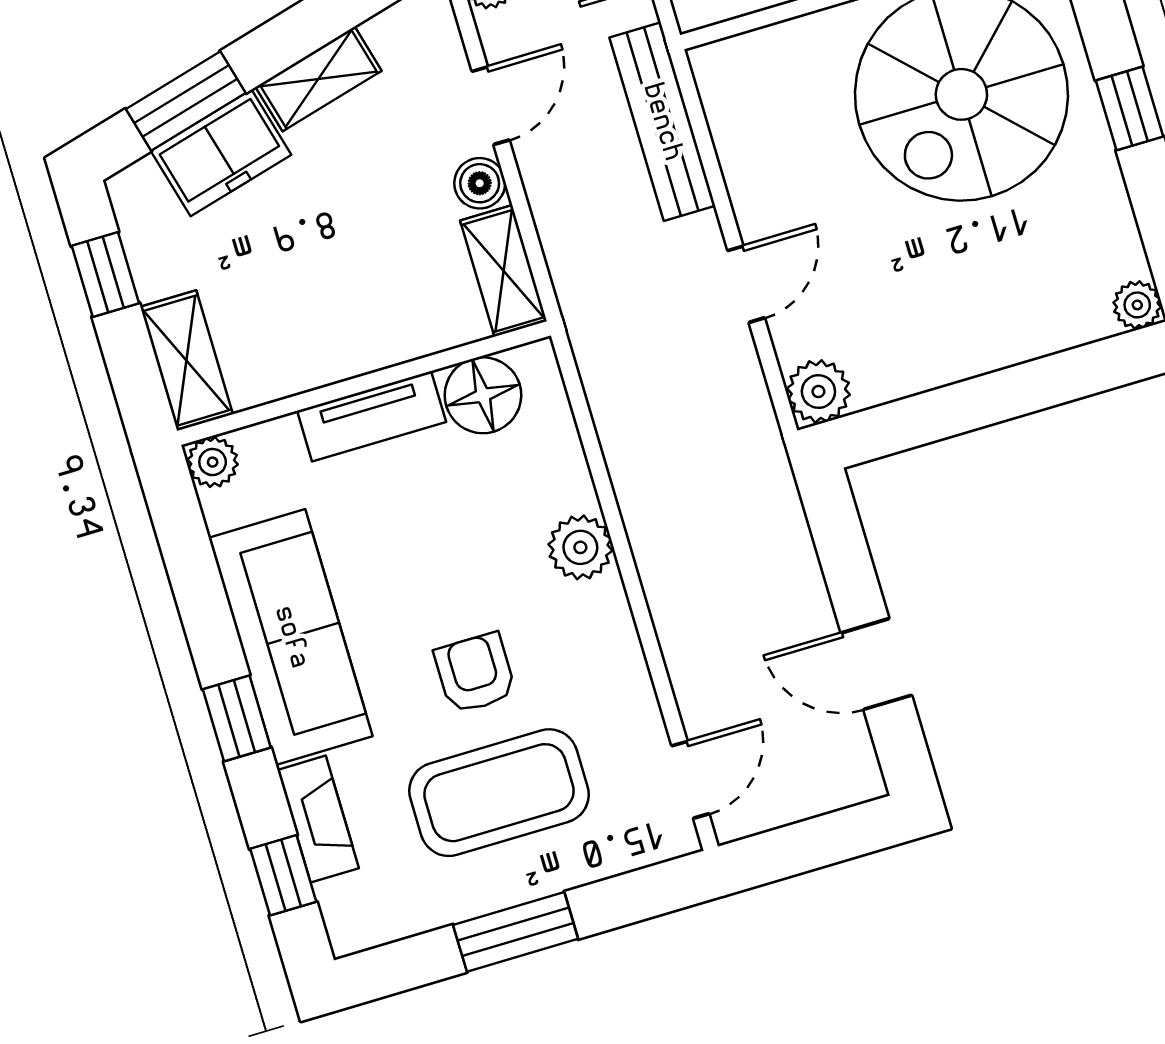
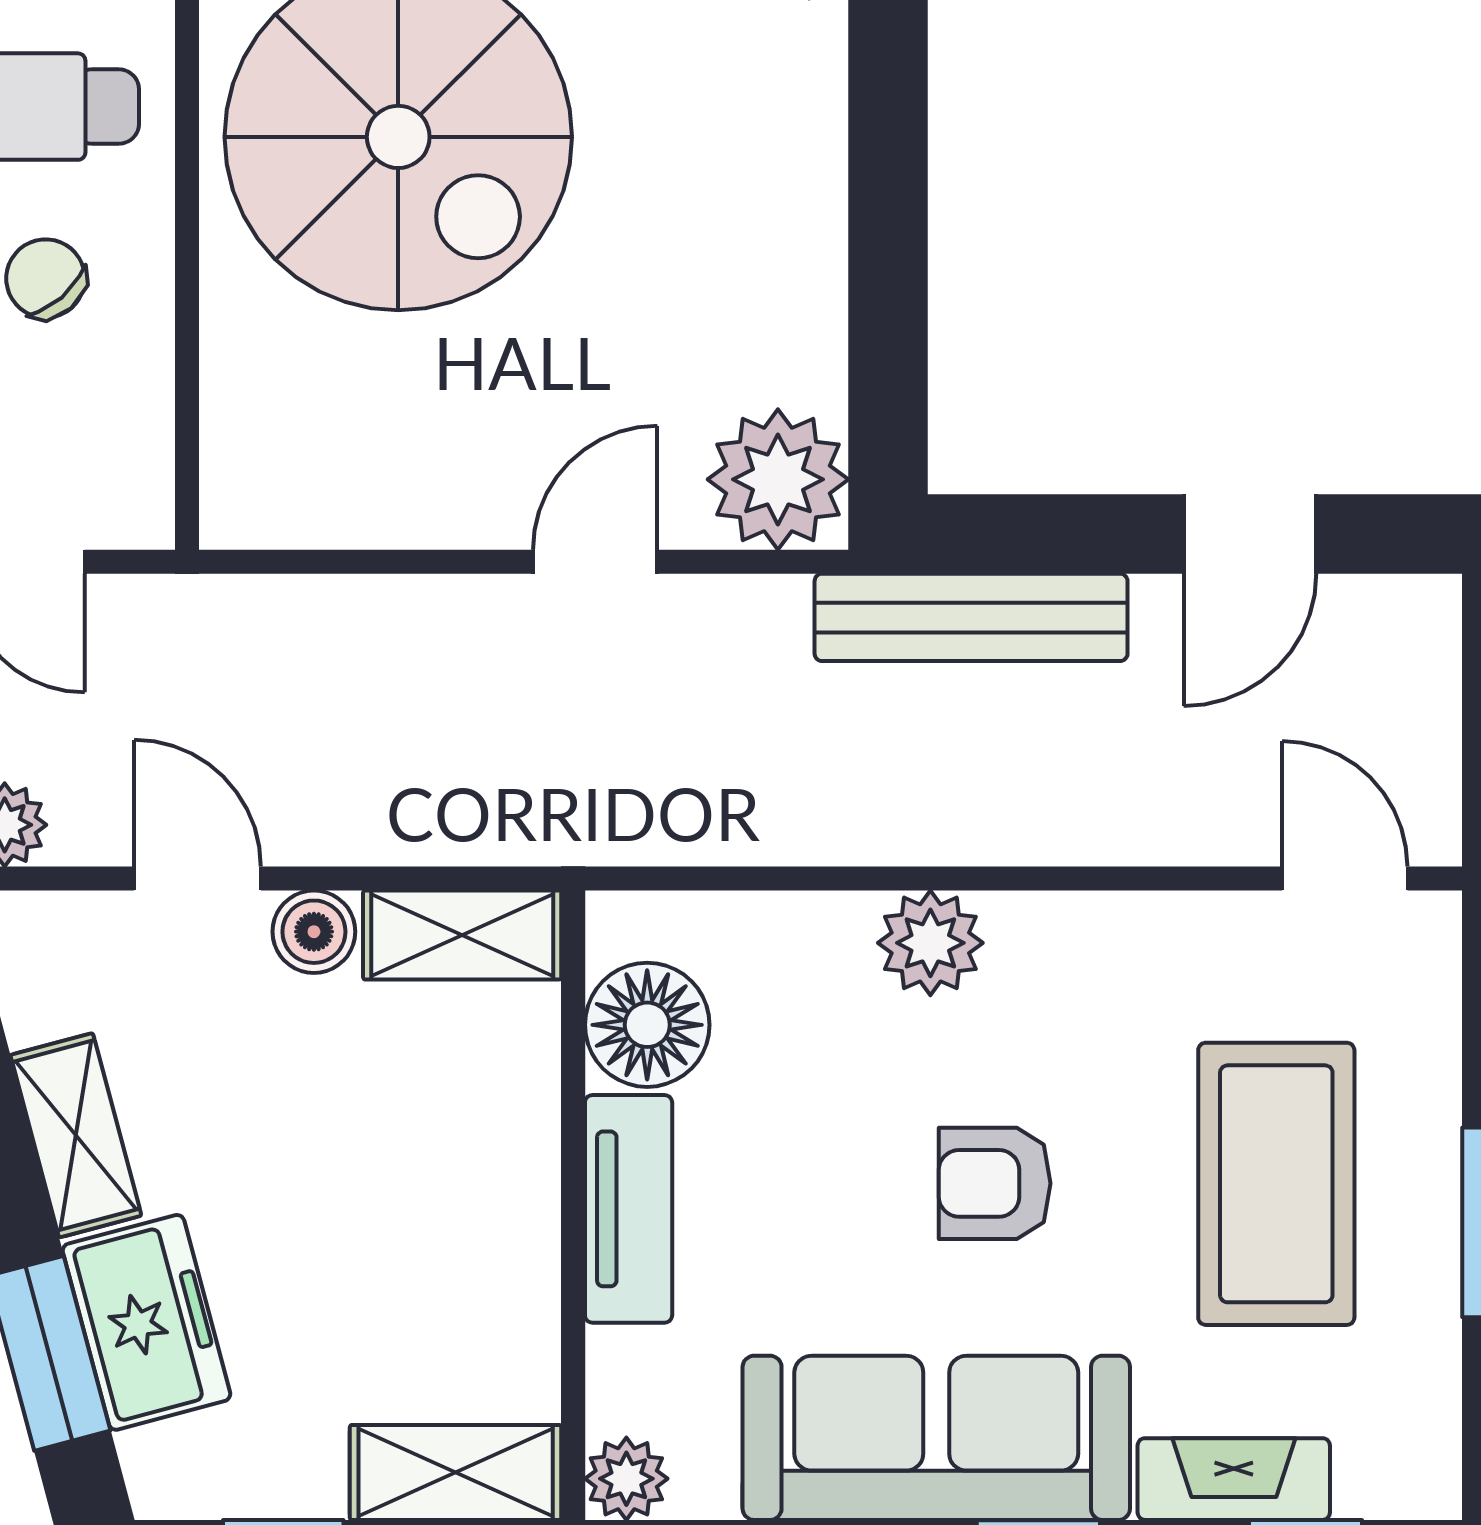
bench: (662, 122) -> (971, 617), moved
door: (746, 284) -> (595, 562), hinge flipped
plant: (818, 392) -> (778, 479), width x1.36, depth x1.36
armchair: (475, 673) -> (995, 1183), moved

